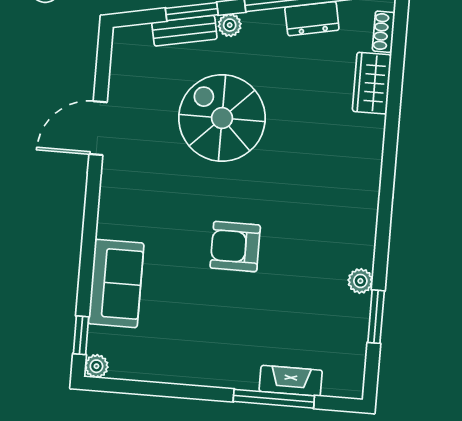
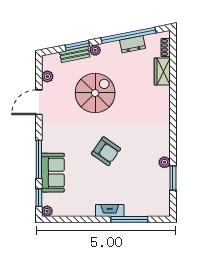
plant: (121, 74) -> (47, 77), added
spiral stairs: (222, 118) -> (95, 93), turned 90
armchair: (235, 247) -> (106, 151), turned -145
window: (88, 252) -> (39, 159), added
fireplace: (291, 381) -> (110, 211), moved

